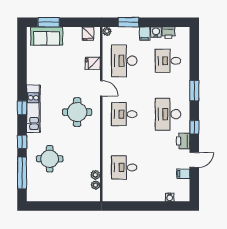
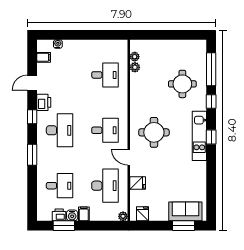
window: (129, 22) -> (64, 226), moved
filing cabinet: (183, 174) -> (44, 57), moved

